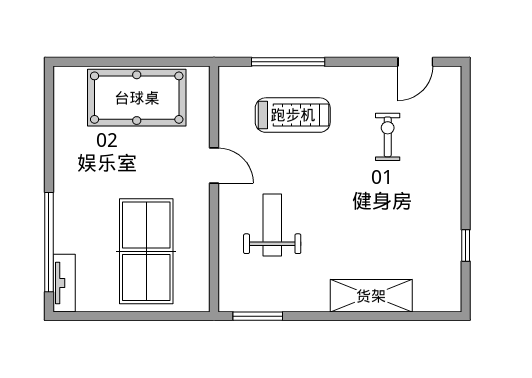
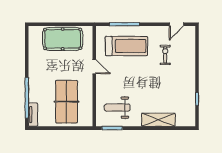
treadmill: (293, 115) -> (126, 46), width x1.37, depth x1.38
weight bench: (272, 225) -> (117, 108), moved, turned -90

